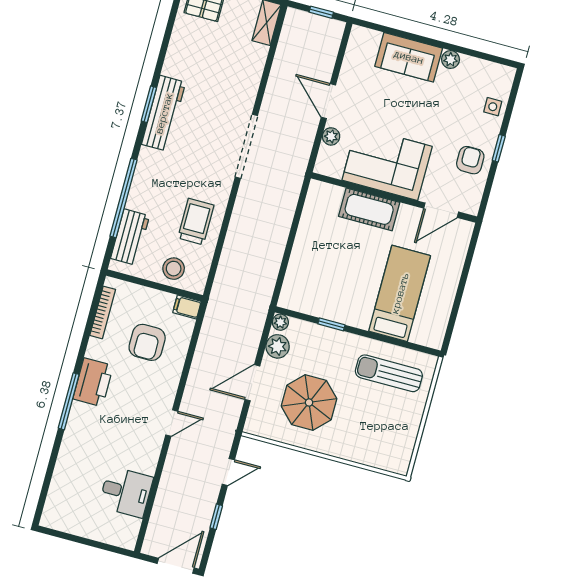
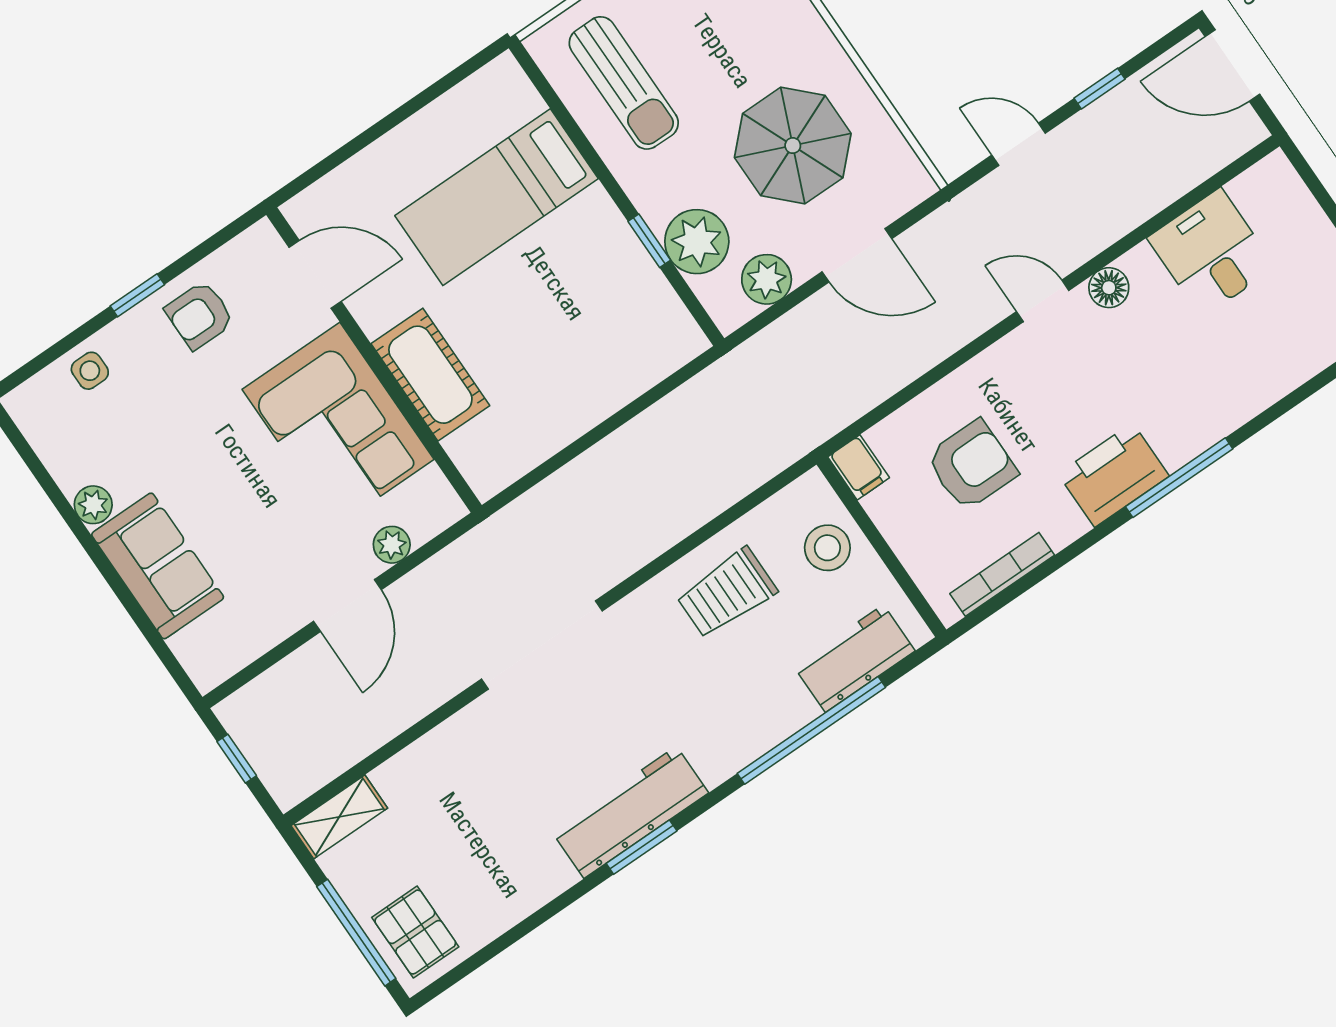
plant: (280, 322) -> (697, 242), moved, width x1.88, depth x1.88
floor lamp: (152, 448) -> (1109, 288), added

